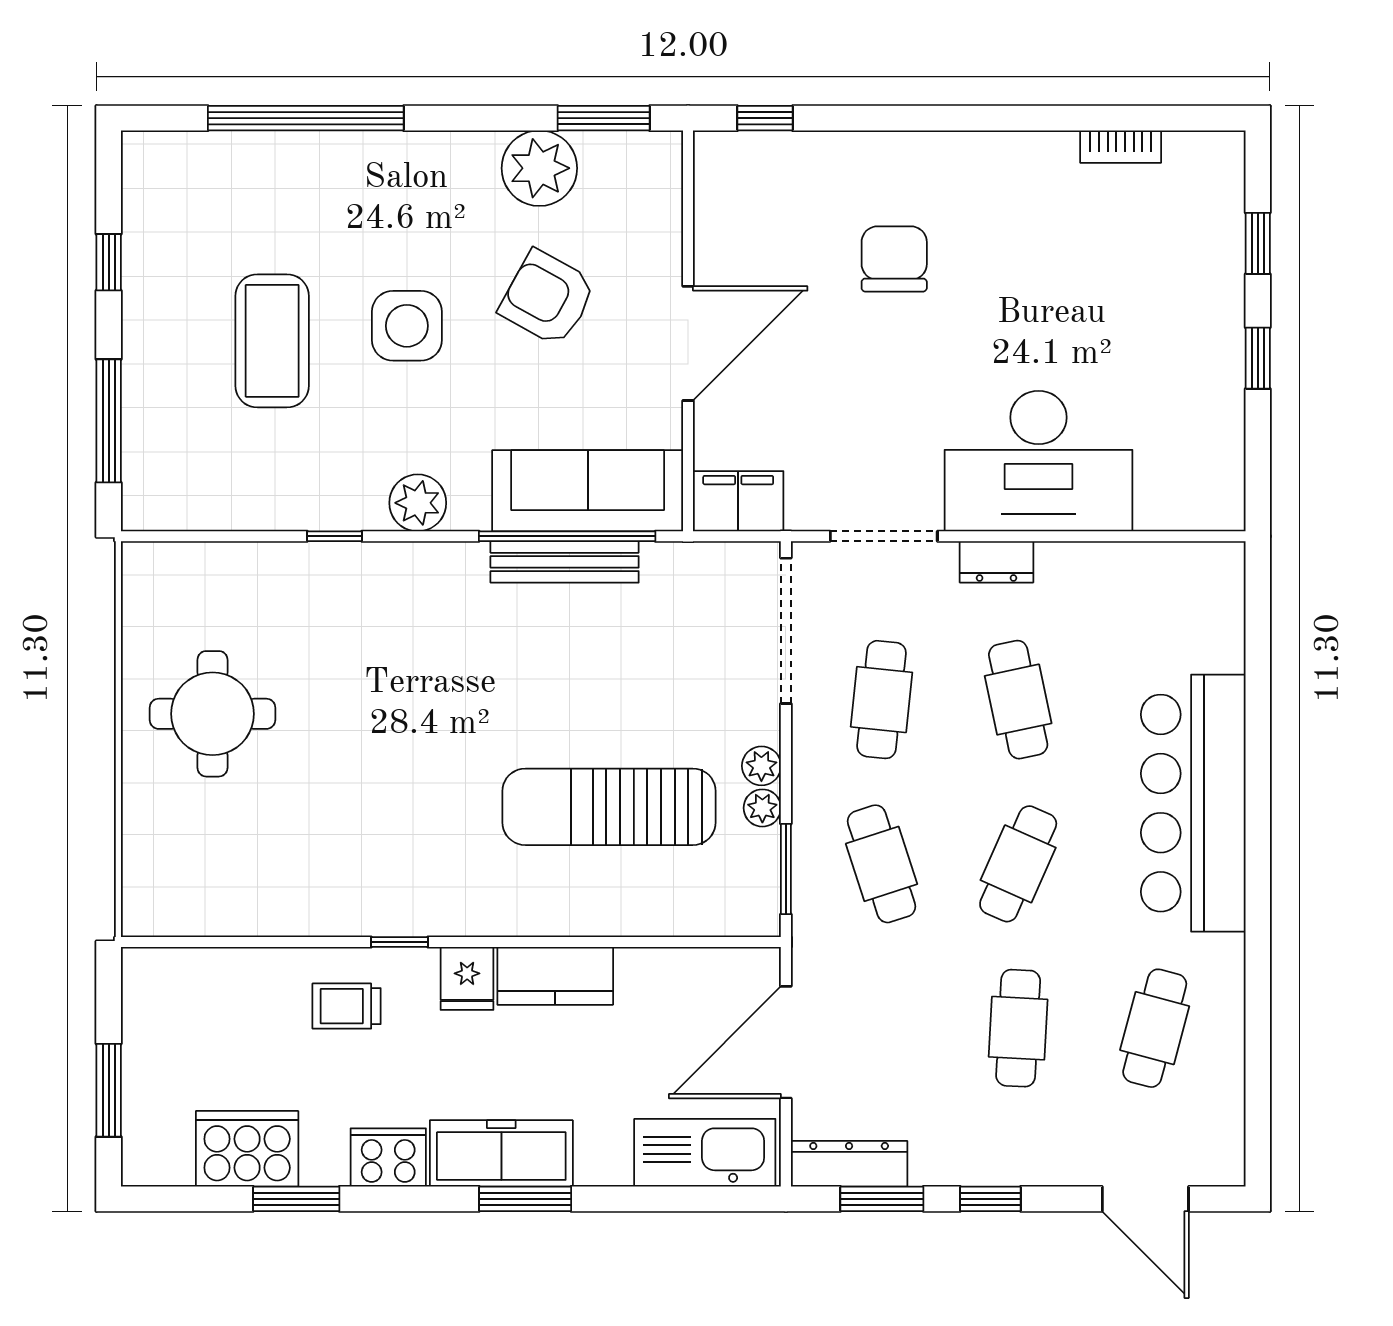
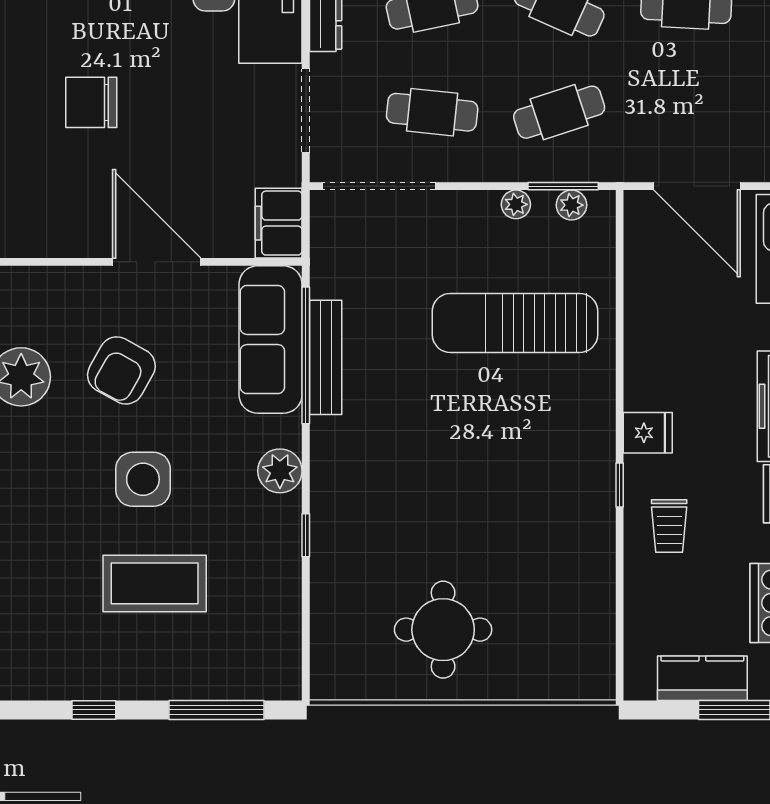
plant: (761, 766) -> (571, 205), moved
sun lounger: (609, 807) -> (515, 323), turned 90
kitchen counter: (555, 976) -> (702, 678), moved, turned -90

